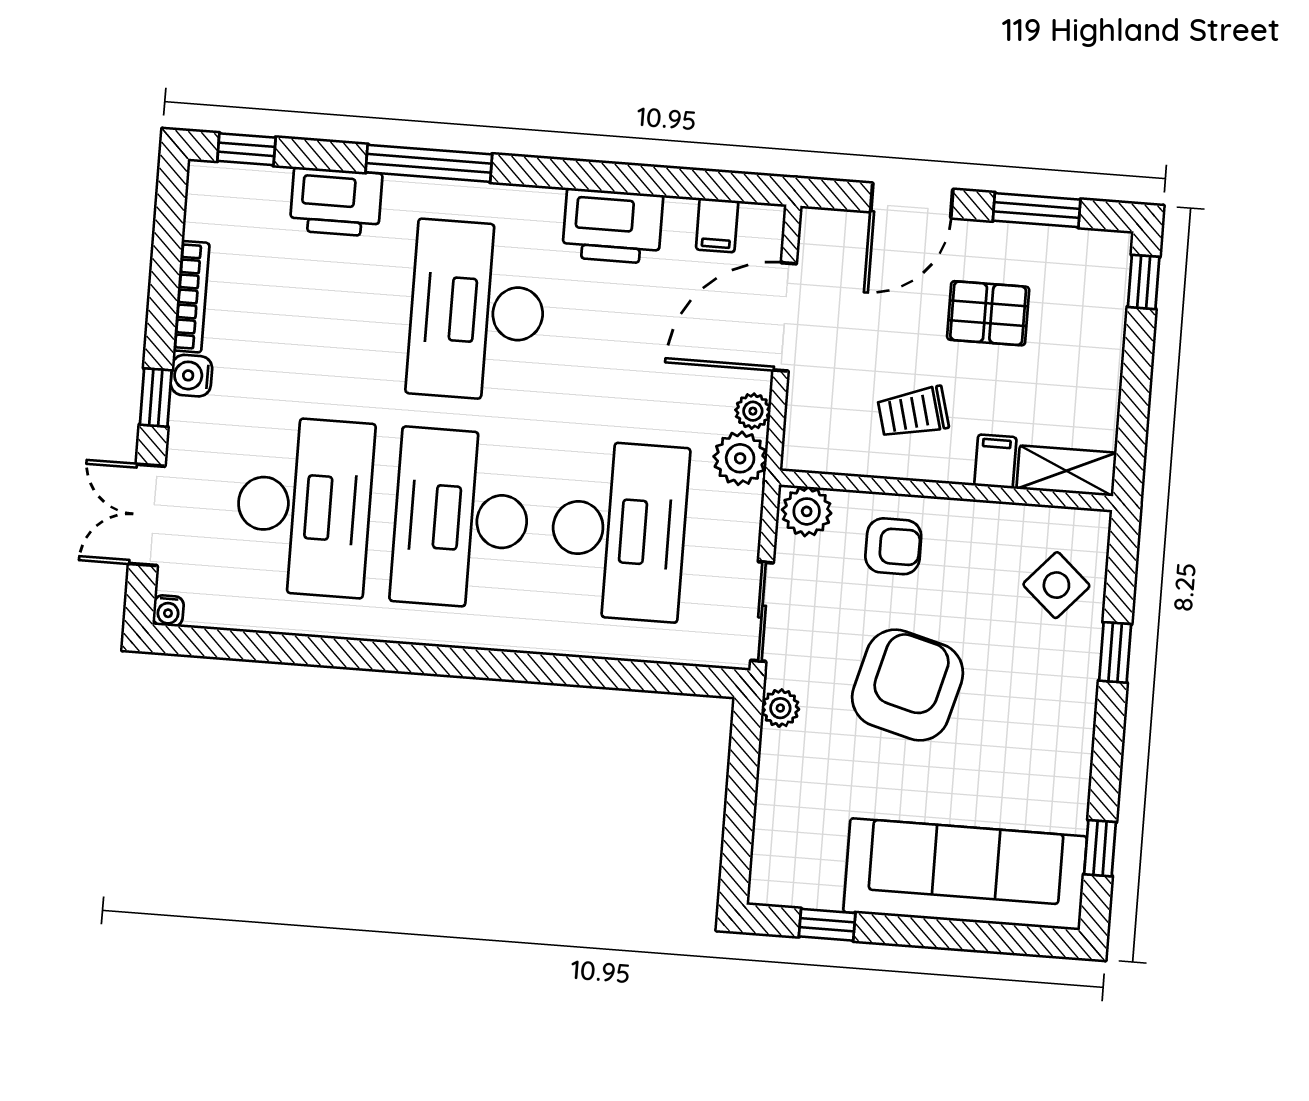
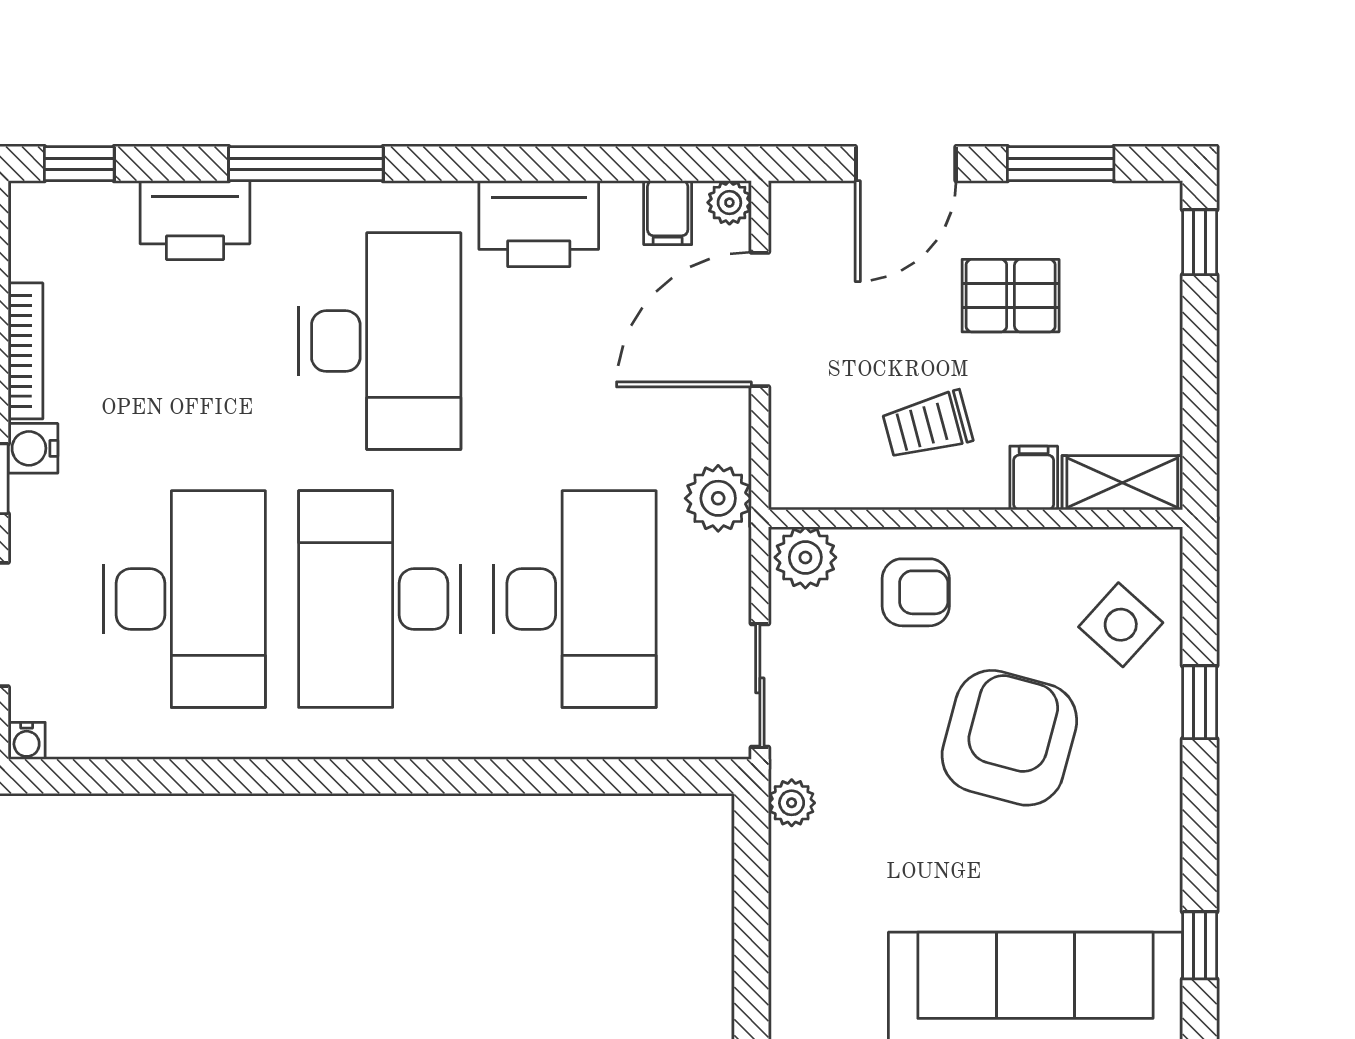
desk: (477, 311) -> (380, 341), turned 180
plant: (753, 411) -> (729, 203), moved
armchair: (908, 685) -> (1009, 738), moved

